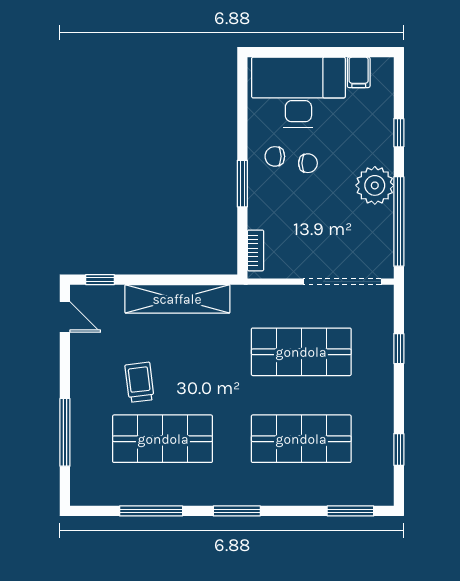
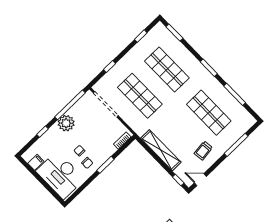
door: (65, 317) -> (200, 180), hinge flipped
trolley: (140, 382) -> (203, 151), moved

